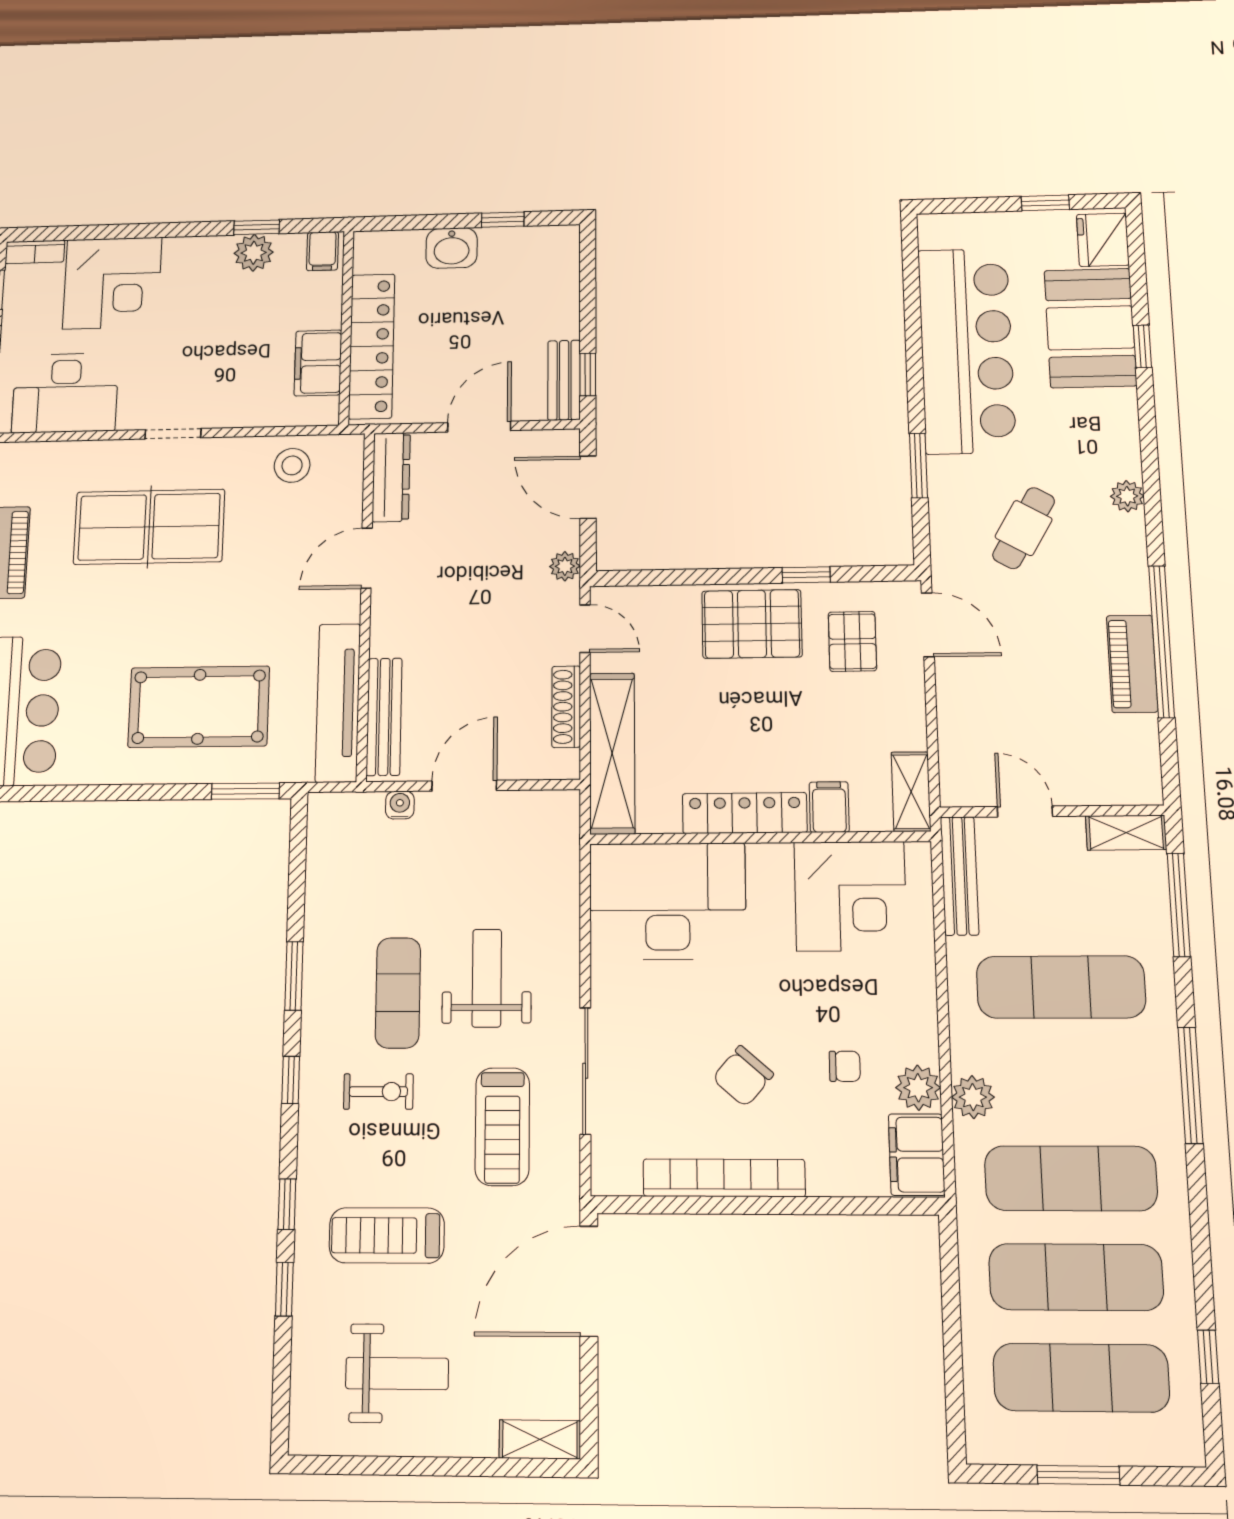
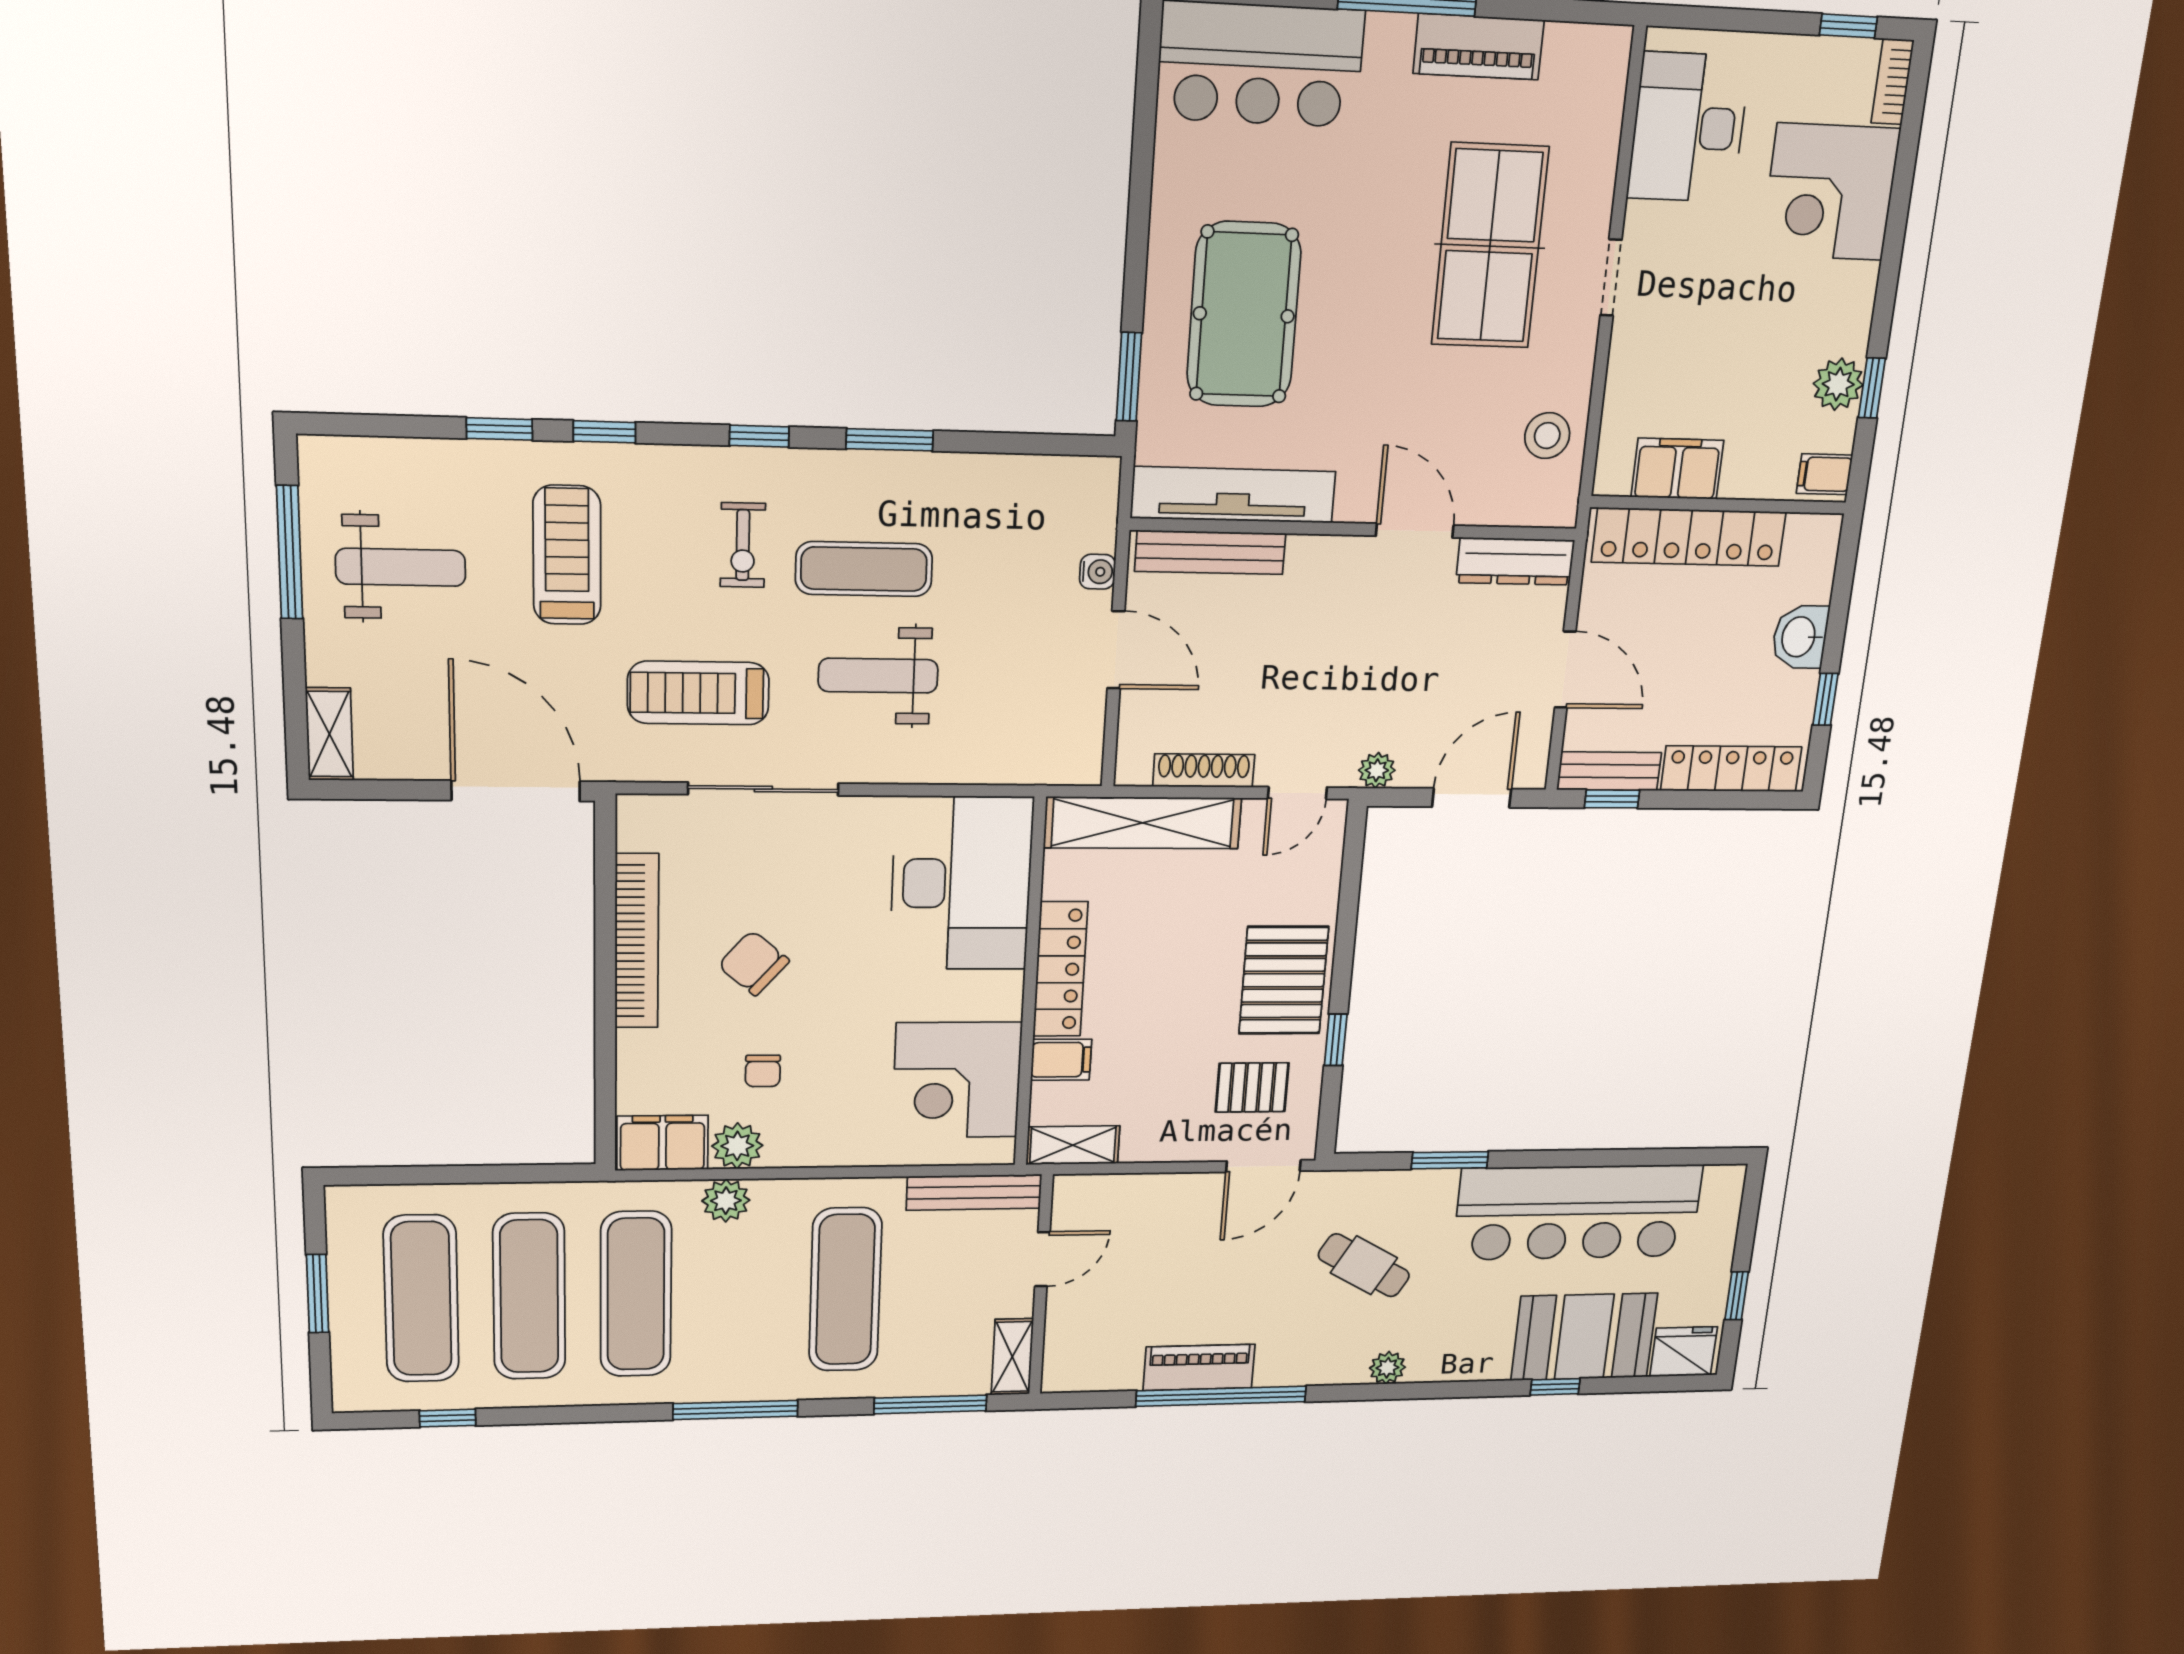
locker: (561, 284) -> (1731, 769), added
weight bench: (487, 978) -> (878, 676), turned 180
weight bench: (397, 1373) -> (401, 567), turned -90
window: (385, 1466) -> (290, 552), added

